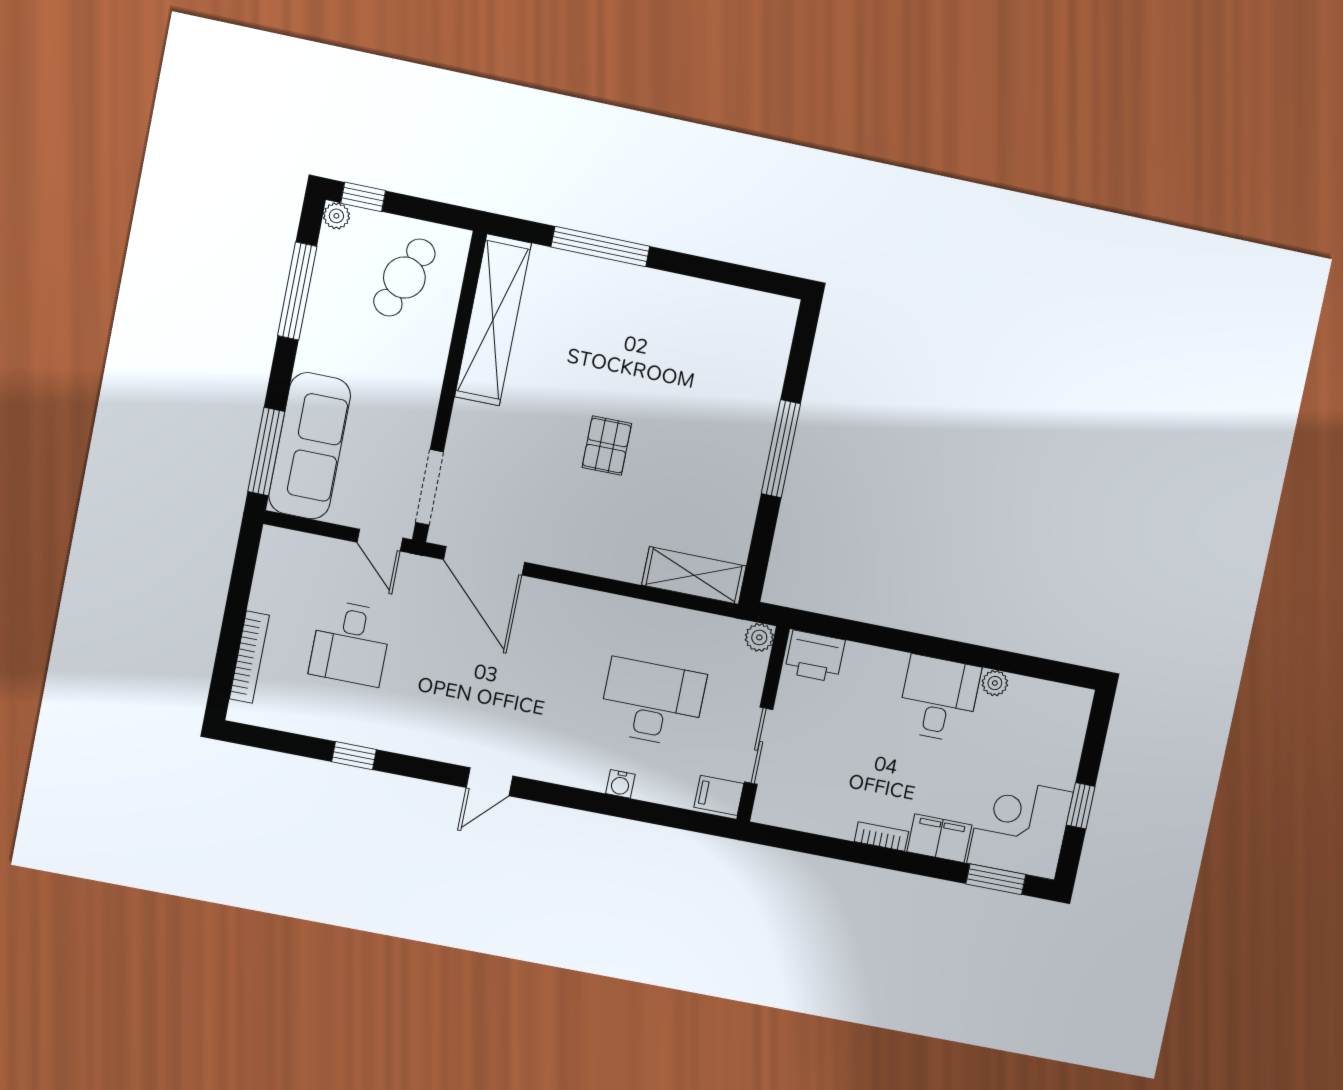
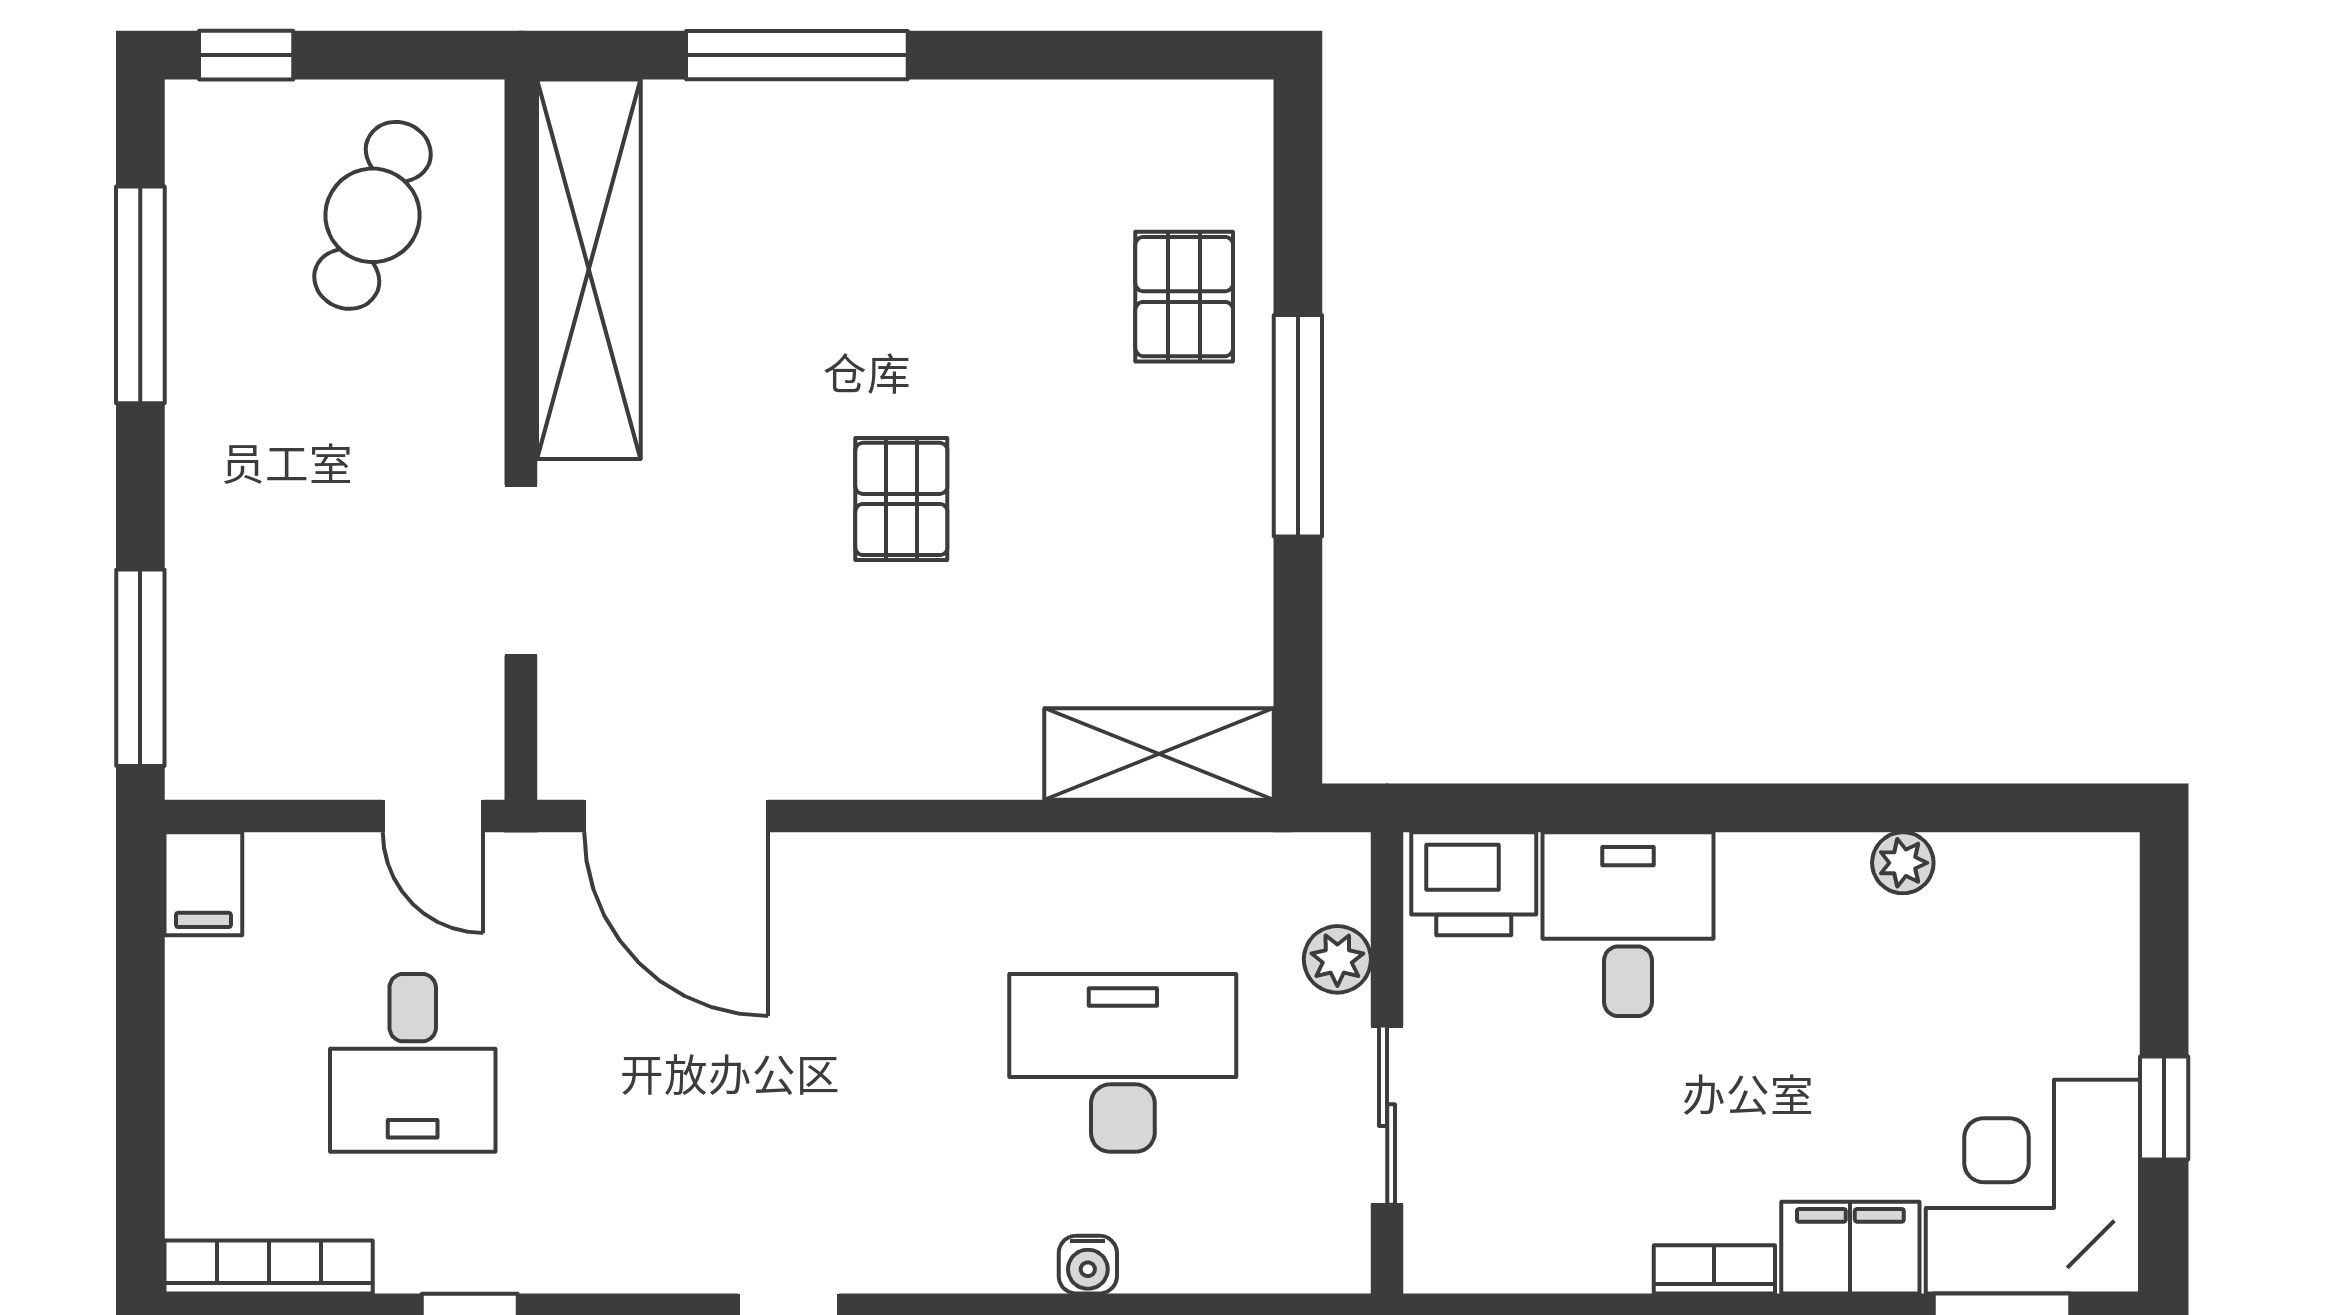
plant: (336, 216) -> (195, 110), removed
pallet: (744, 384) -> (1184, 297), added
sofa: (310, 446) -> (235, 635), removed
doorway: (430, 487) -> (521, 570), moved
plant: (759, 637) -> (1337, 959), moved
bookcase: (249, 657) -> (269, 1267), moved, turned -90
desk: (939, 699) -> (1628, 924), moved
filing cabinet: (719, 795) -> (203, 884), moved, turned -90

